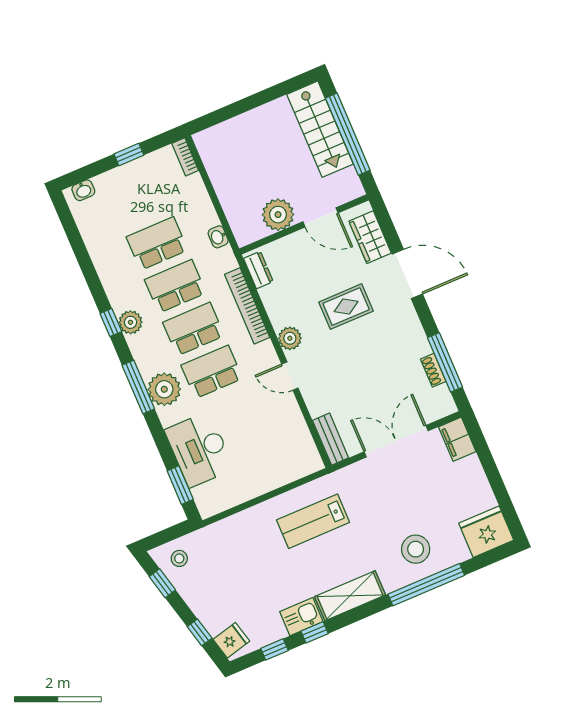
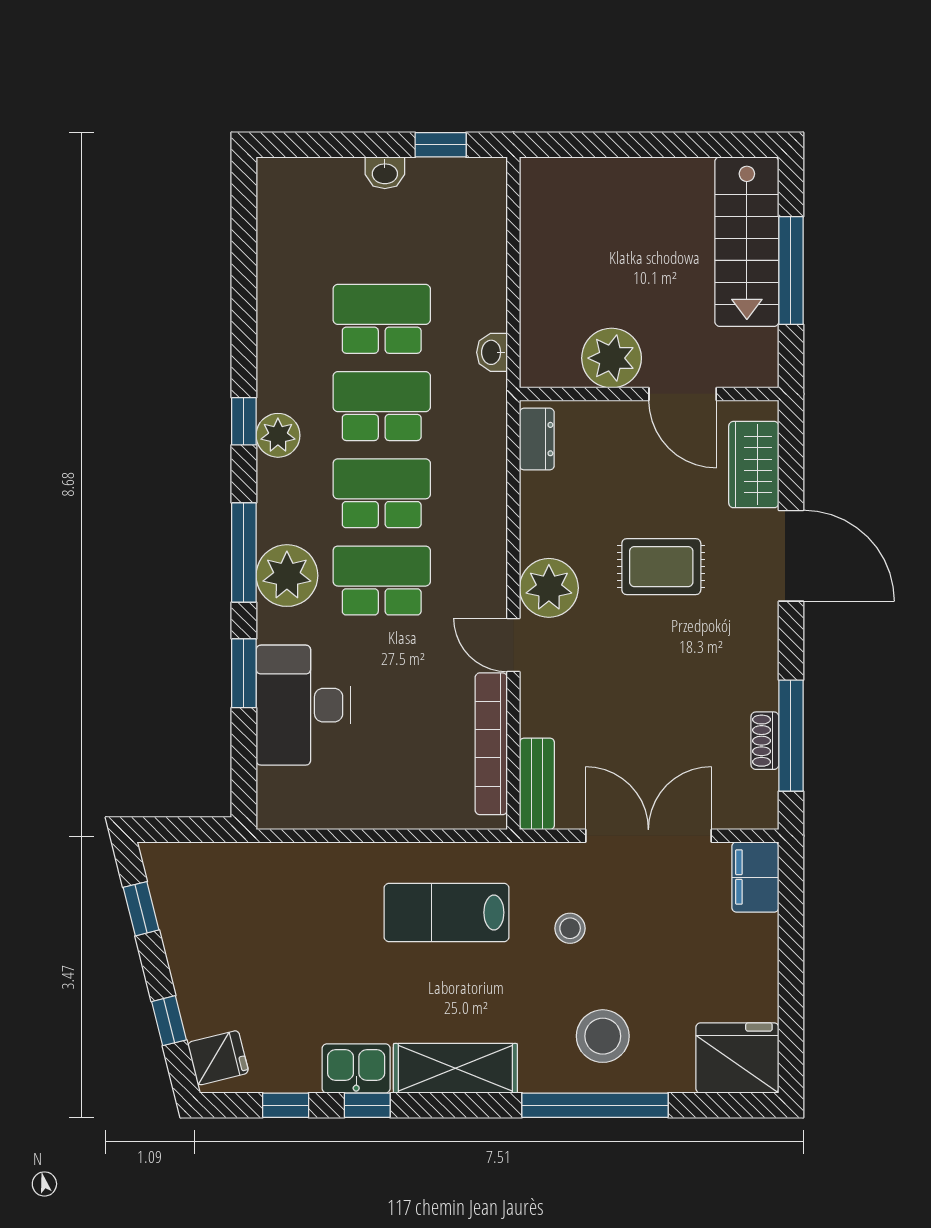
window: (348, 134) -> (791, 271), width x0.68
window: (129, 155) -> (441, 145), moved
bookcase: (185, 157) -> (494, 190), removed
washbasin: (83, 190) -> (385, 173), moved
bookcase: (247, 306) -> (491, 744), moved
plant: (290, 338) -> (549, 588), width x1.36, depth x1.36
window: (180, 485) -> (244, 673), moved
stool: (179, 558) -> (570, 928), moved

